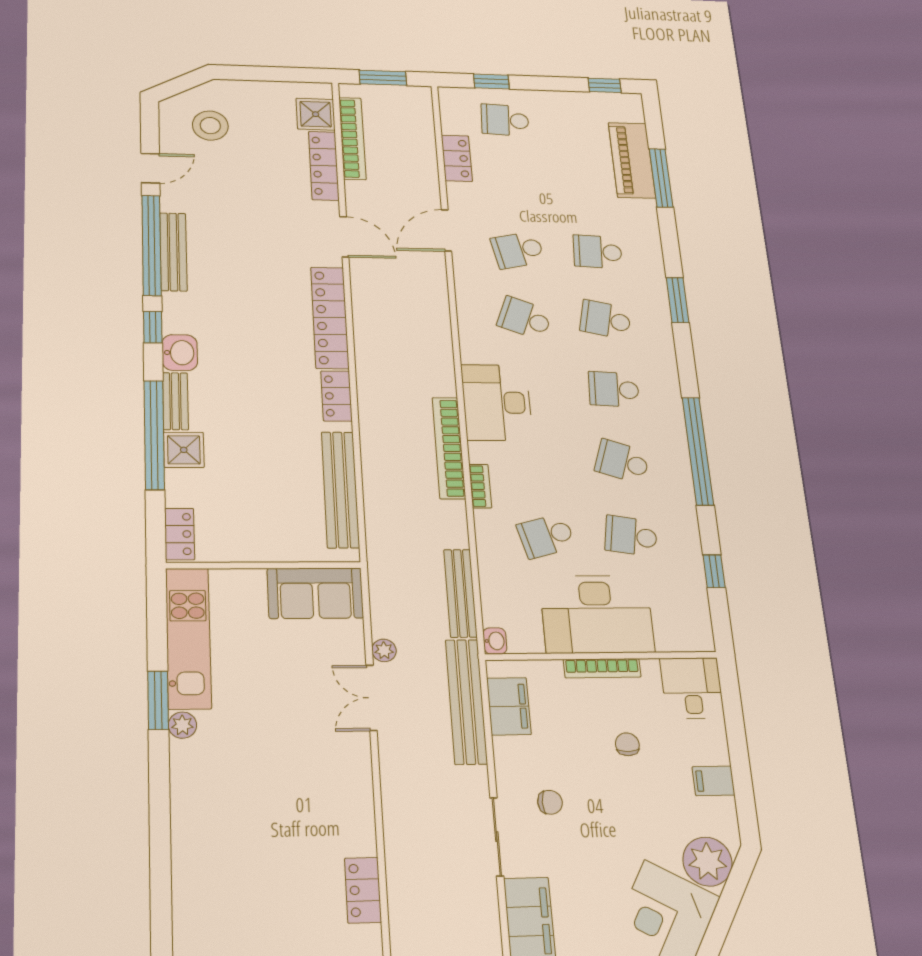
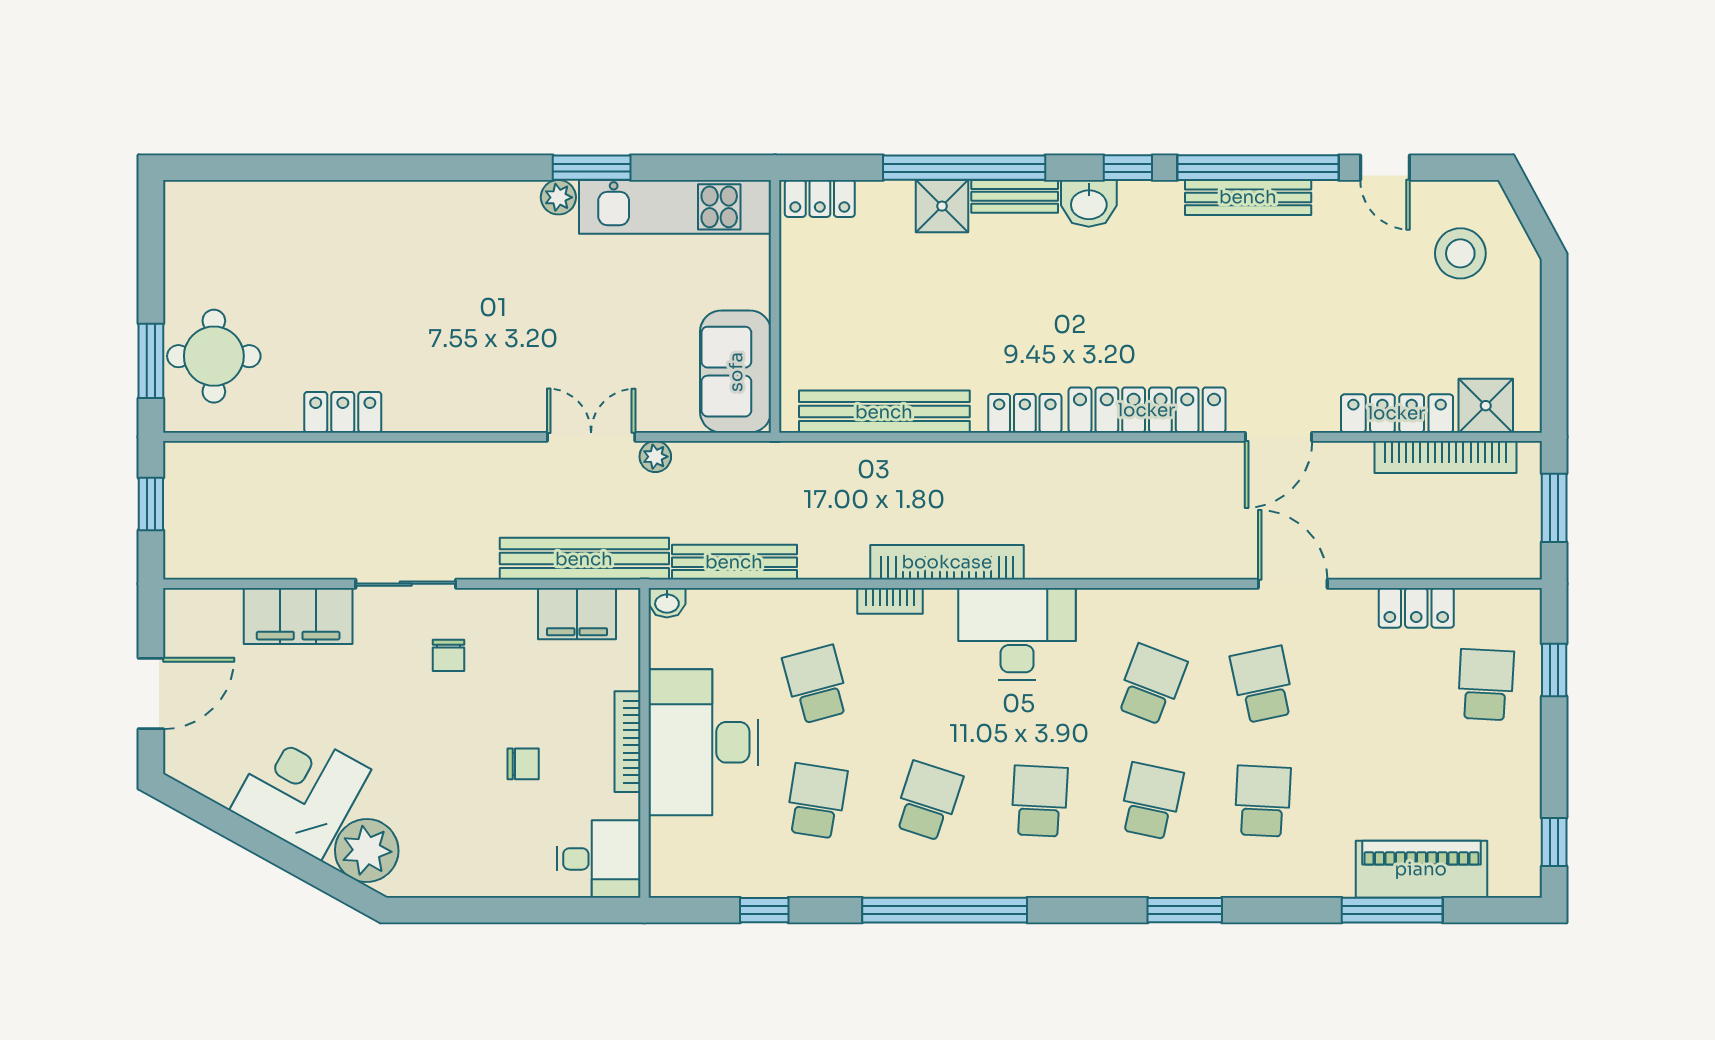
filing cabinet: (713, 781) -> (472, 872), removed

